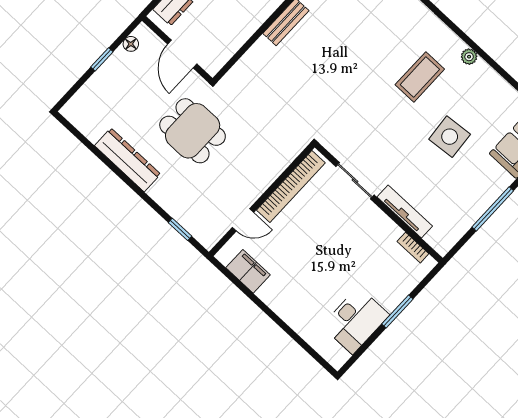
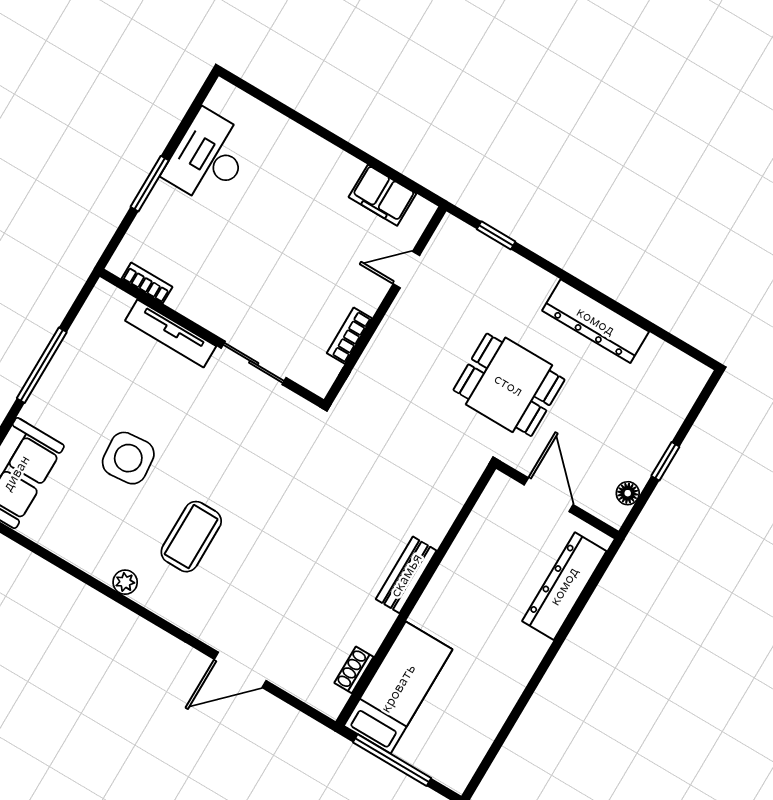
bookcase: (291, 187) -> (349, 336), width x0.43, depth x0.76

